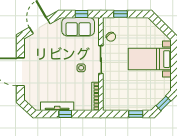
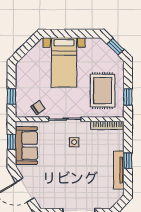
rug: (126, 92) -> (103, 91), added
window: (136, 114) -> (128, 97), moved

